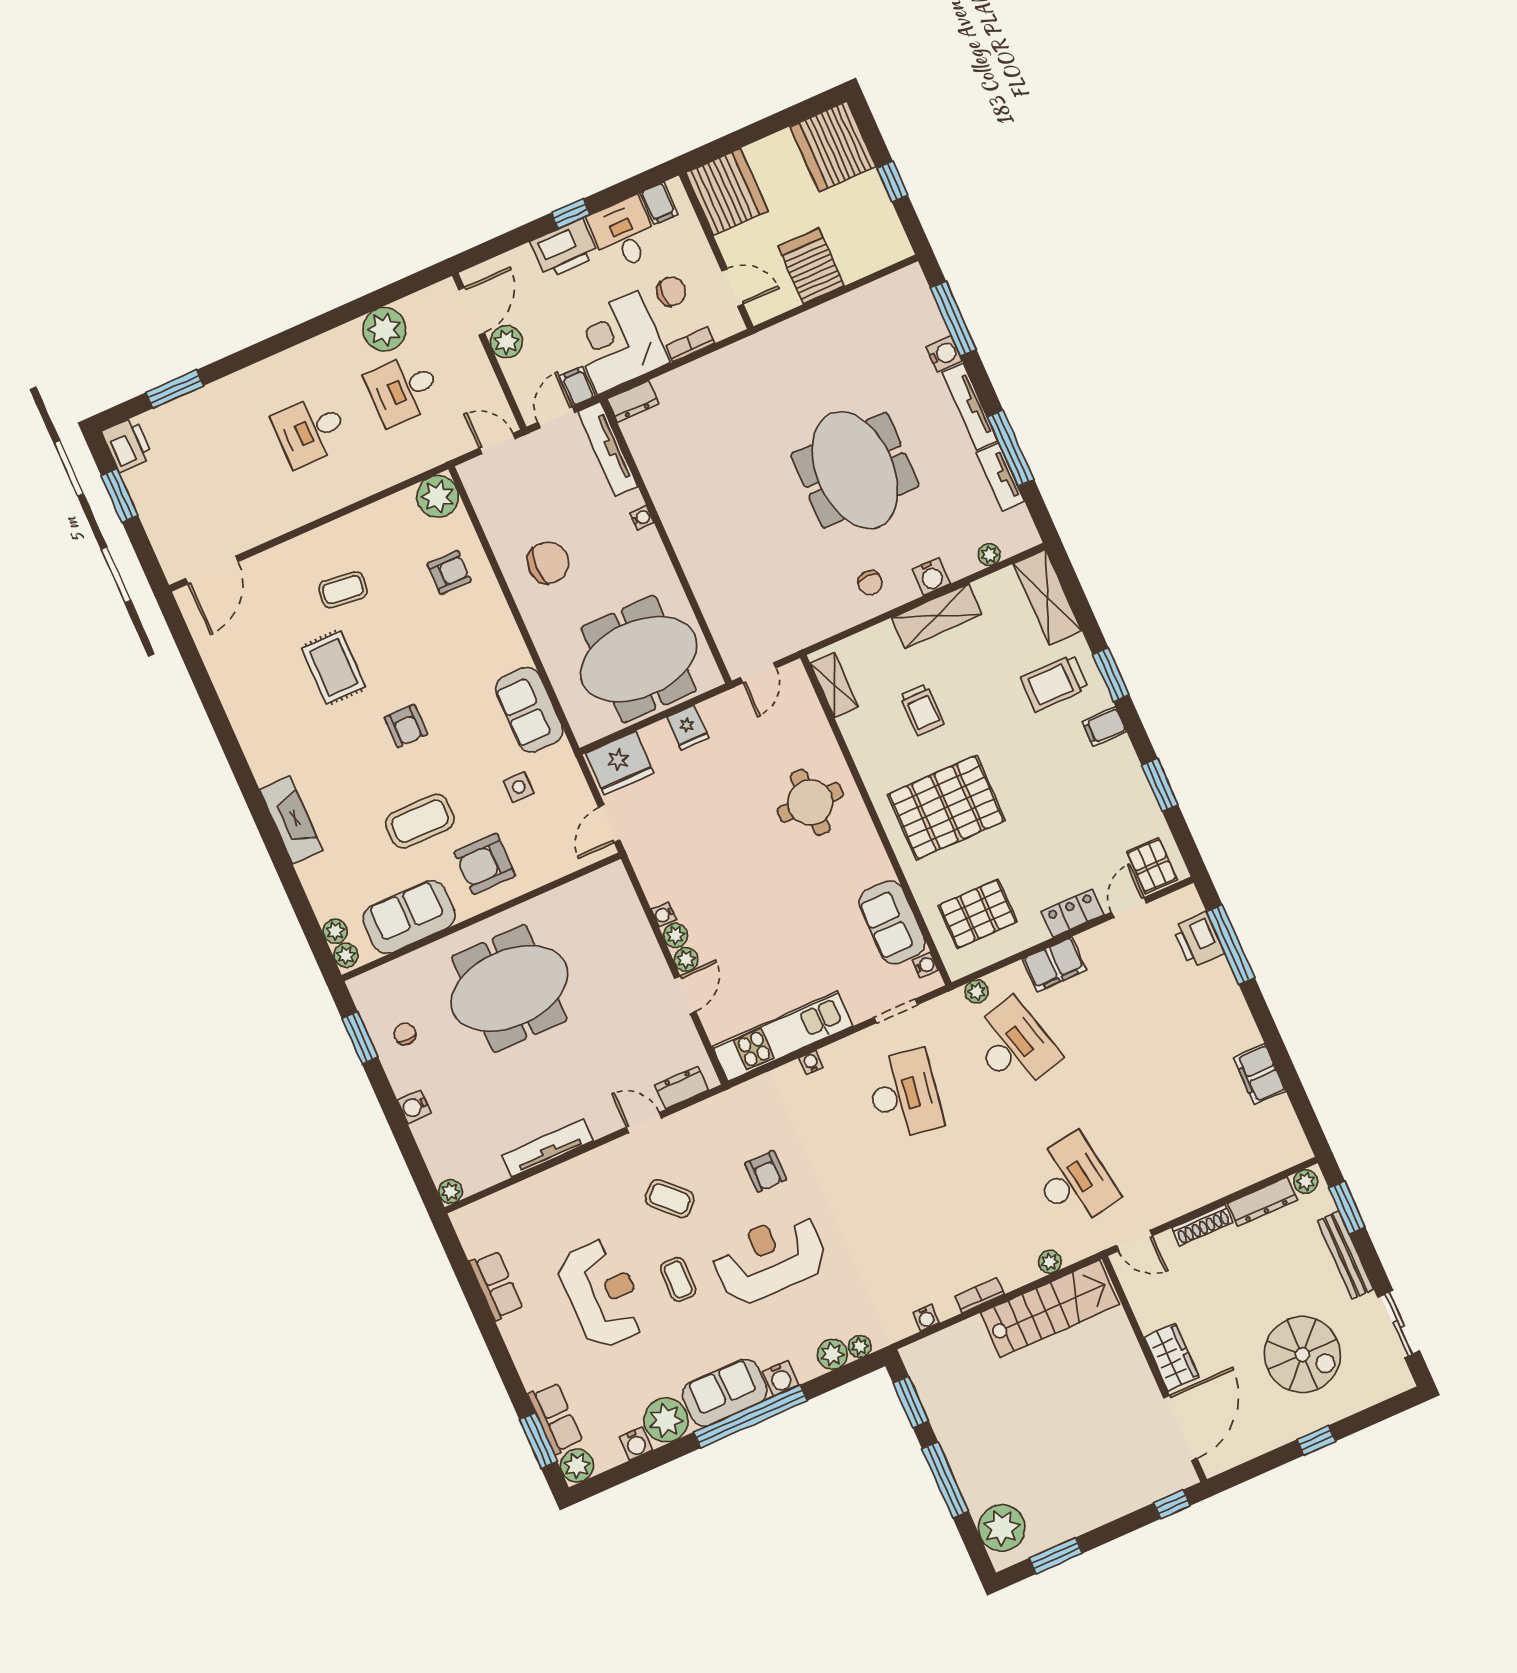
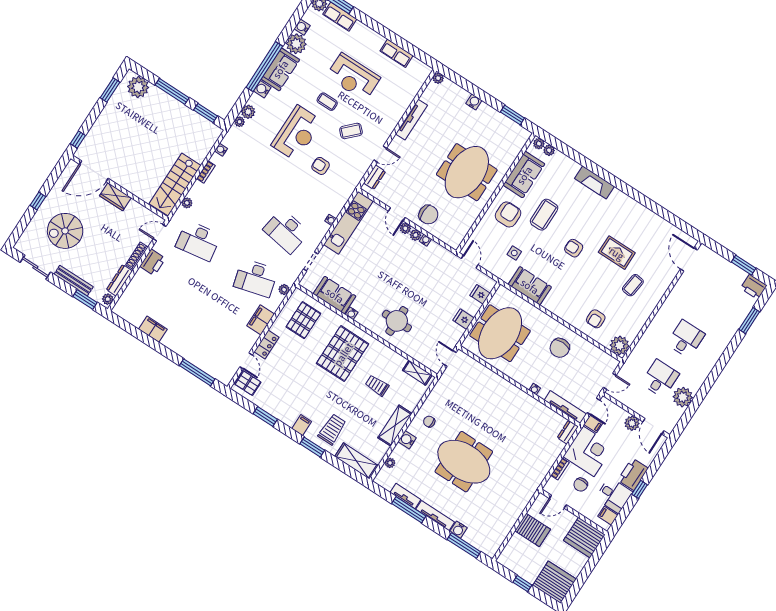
fridge: (620, 763) -> (480, 294), width x0.53, depth x0.75
printer: (1198, 940) -> (153, 262), moved, turned 90
water cooler: (925, 965) -> (352, 313), moved
chair: (405, 1034) -> (428, 215), moved, width x1.87, depth x1.87
door: (1180, 1428) -> (94, 171), hinge flipped

